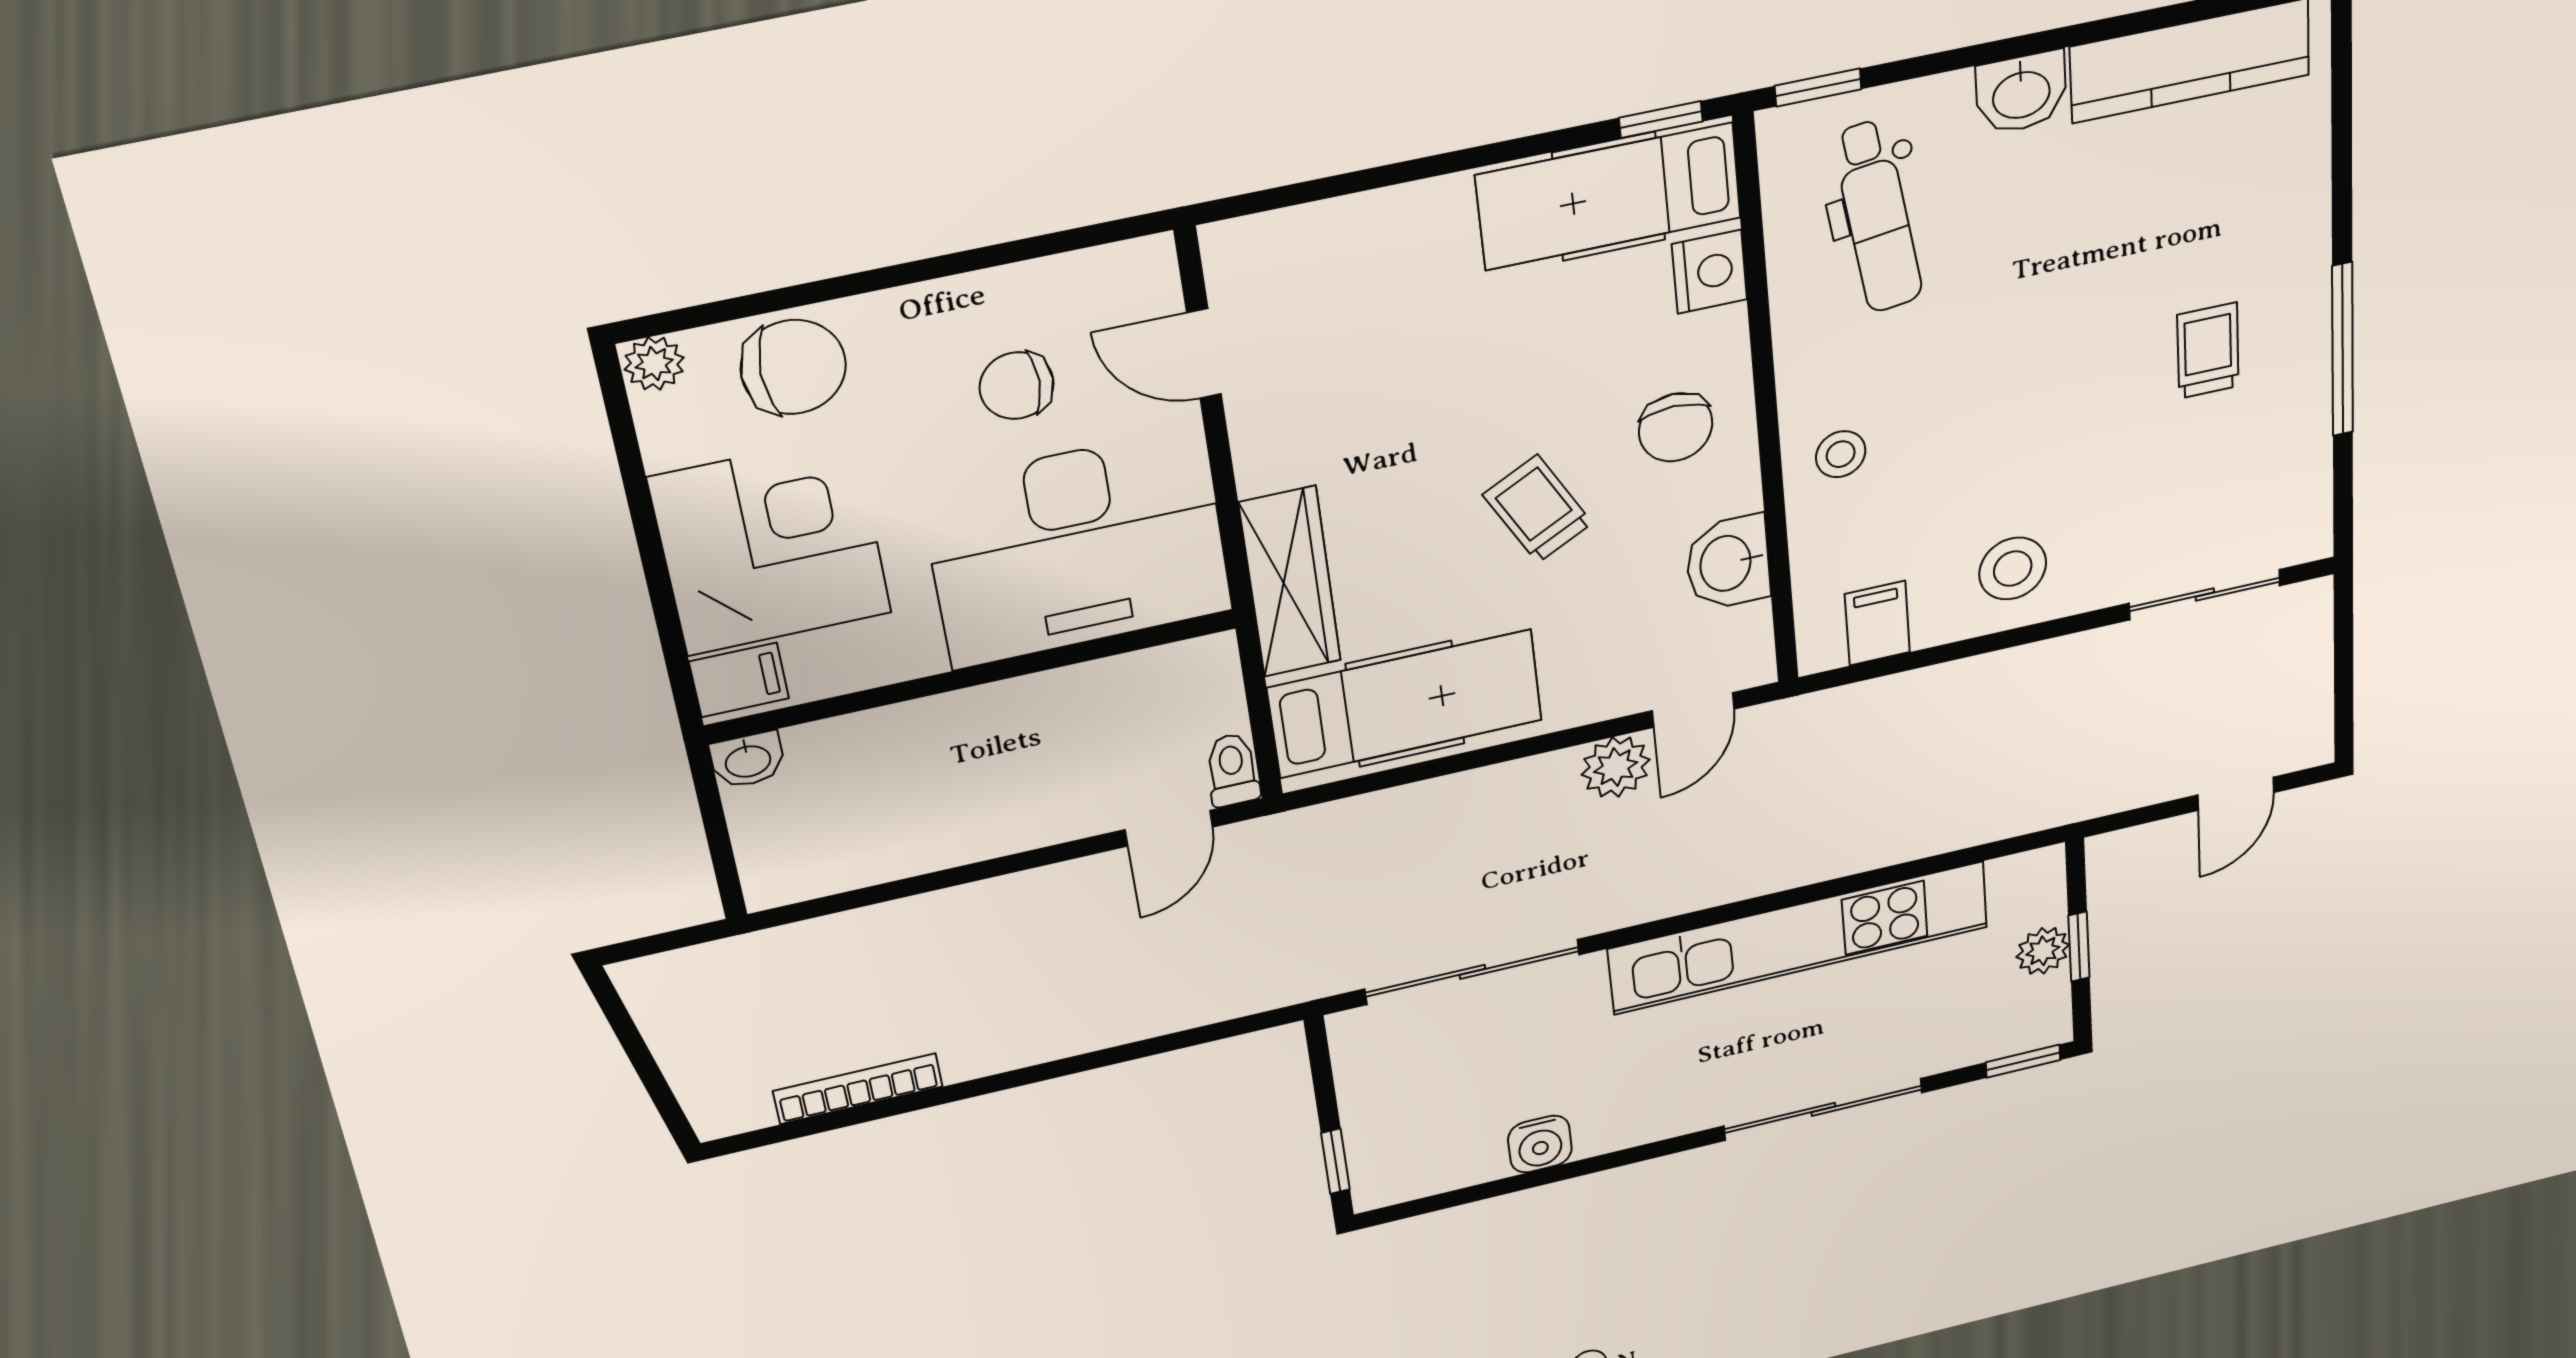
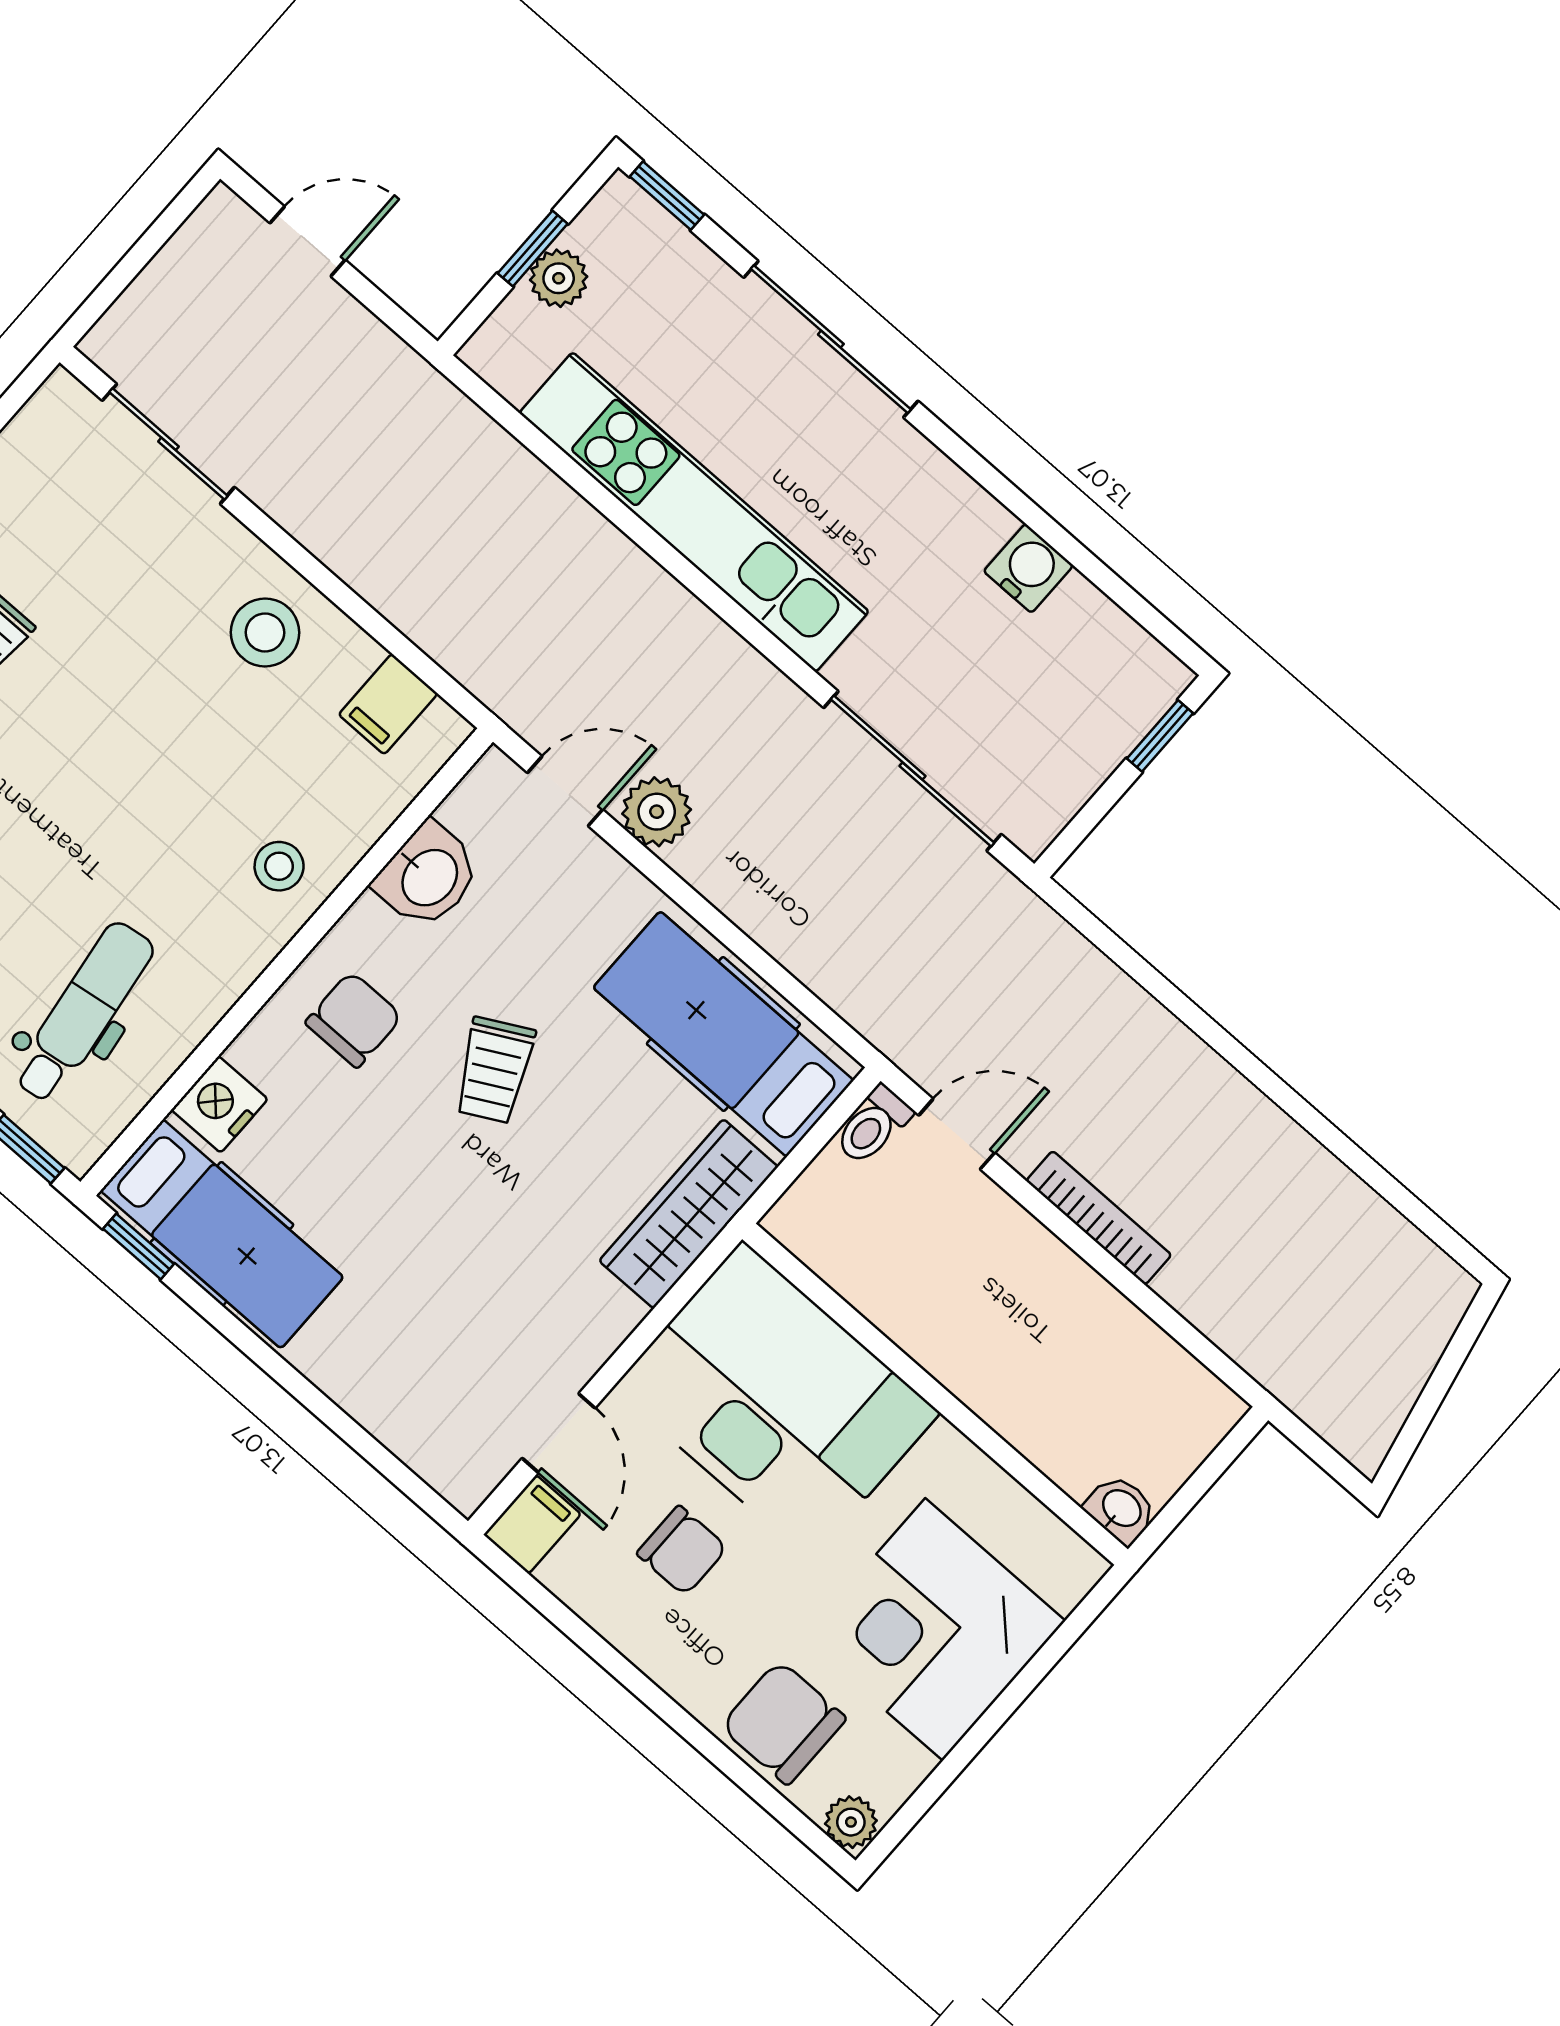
filing cabinet: (739, 680) -> (532, 1524), moved, turned 90
bookcase: (858, 1089) -> (1099, 1218), moved, turned 180

